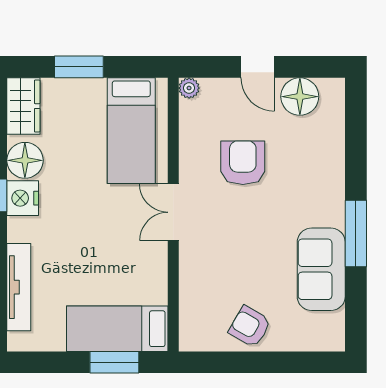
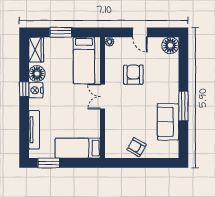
floor lamp: (300, 97) -> (170, 45), moved
window: (114, 362) -> (49, 163), moved

